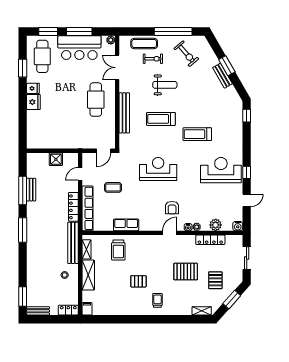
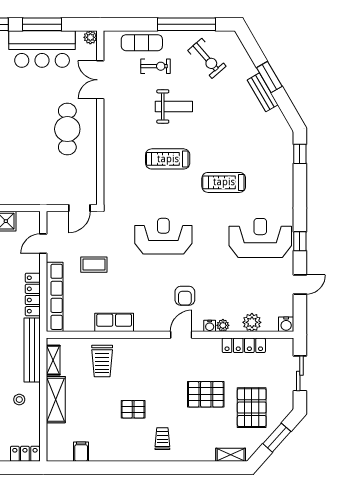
bench: (124, 113) -> (111, 150), removed
pallet: (215, 280) -> (252, 408), width x1.50, depth x1.42
filing cabinet: (87, 309) -> (81, 452), moved

